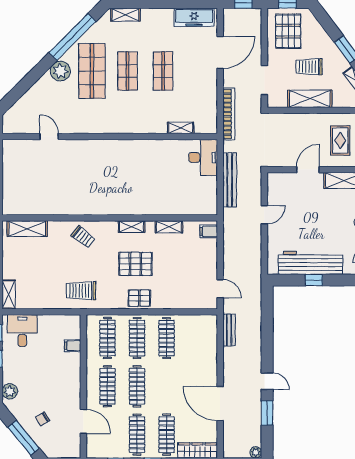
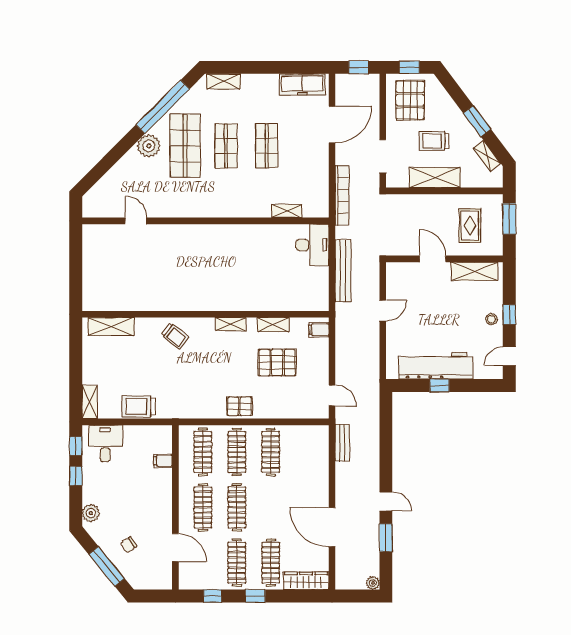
door: (308, 170) -> (433, 259), hinge flipped
pallet: (135, 264) -> (277, 363), moved
trolley: (81, 291) -> (139, 406), moved

